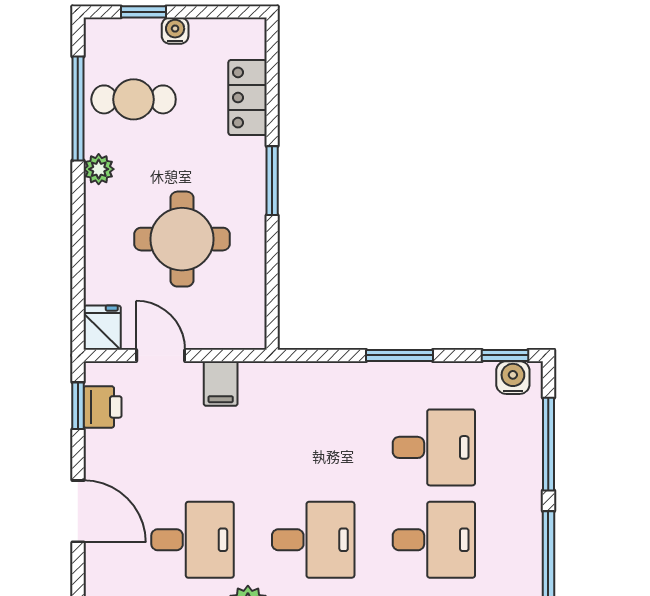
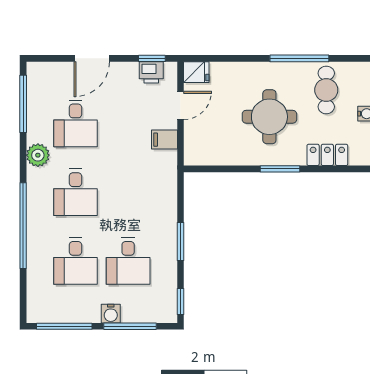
window: (78, 109) -> (299, 58), moved
plant: (99, 169) -> (287, 70), removed
round table: (182, 239) -> (269, 117), moved
water cooler: (513, 378) -> (111, 314), moved, turned 90

